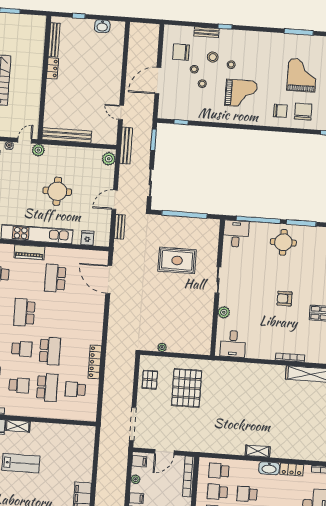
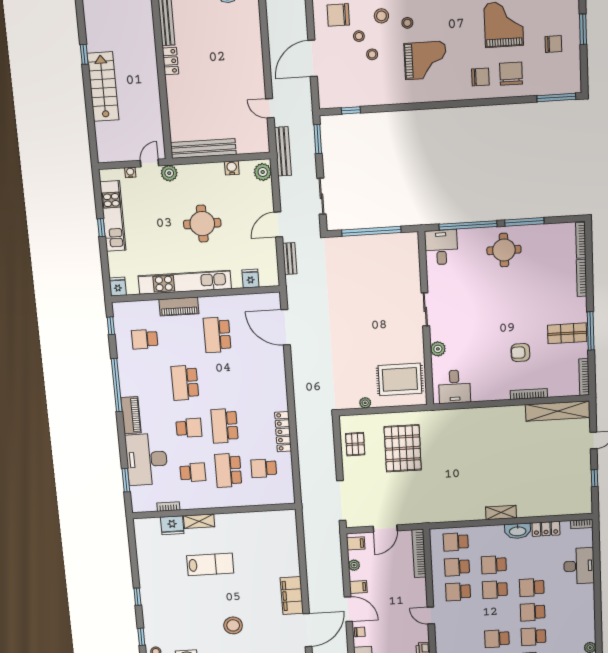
water cooler: (86, 153) -> (232, 168), added
rug: (177, 260) -> (400, 379), moved
armchair: (285, 299) -> (520, 352), moved
school desk: (50, 351) -> (225, 426), turned 180
school desk: (47, 387) -> (228, 470), turned 180

